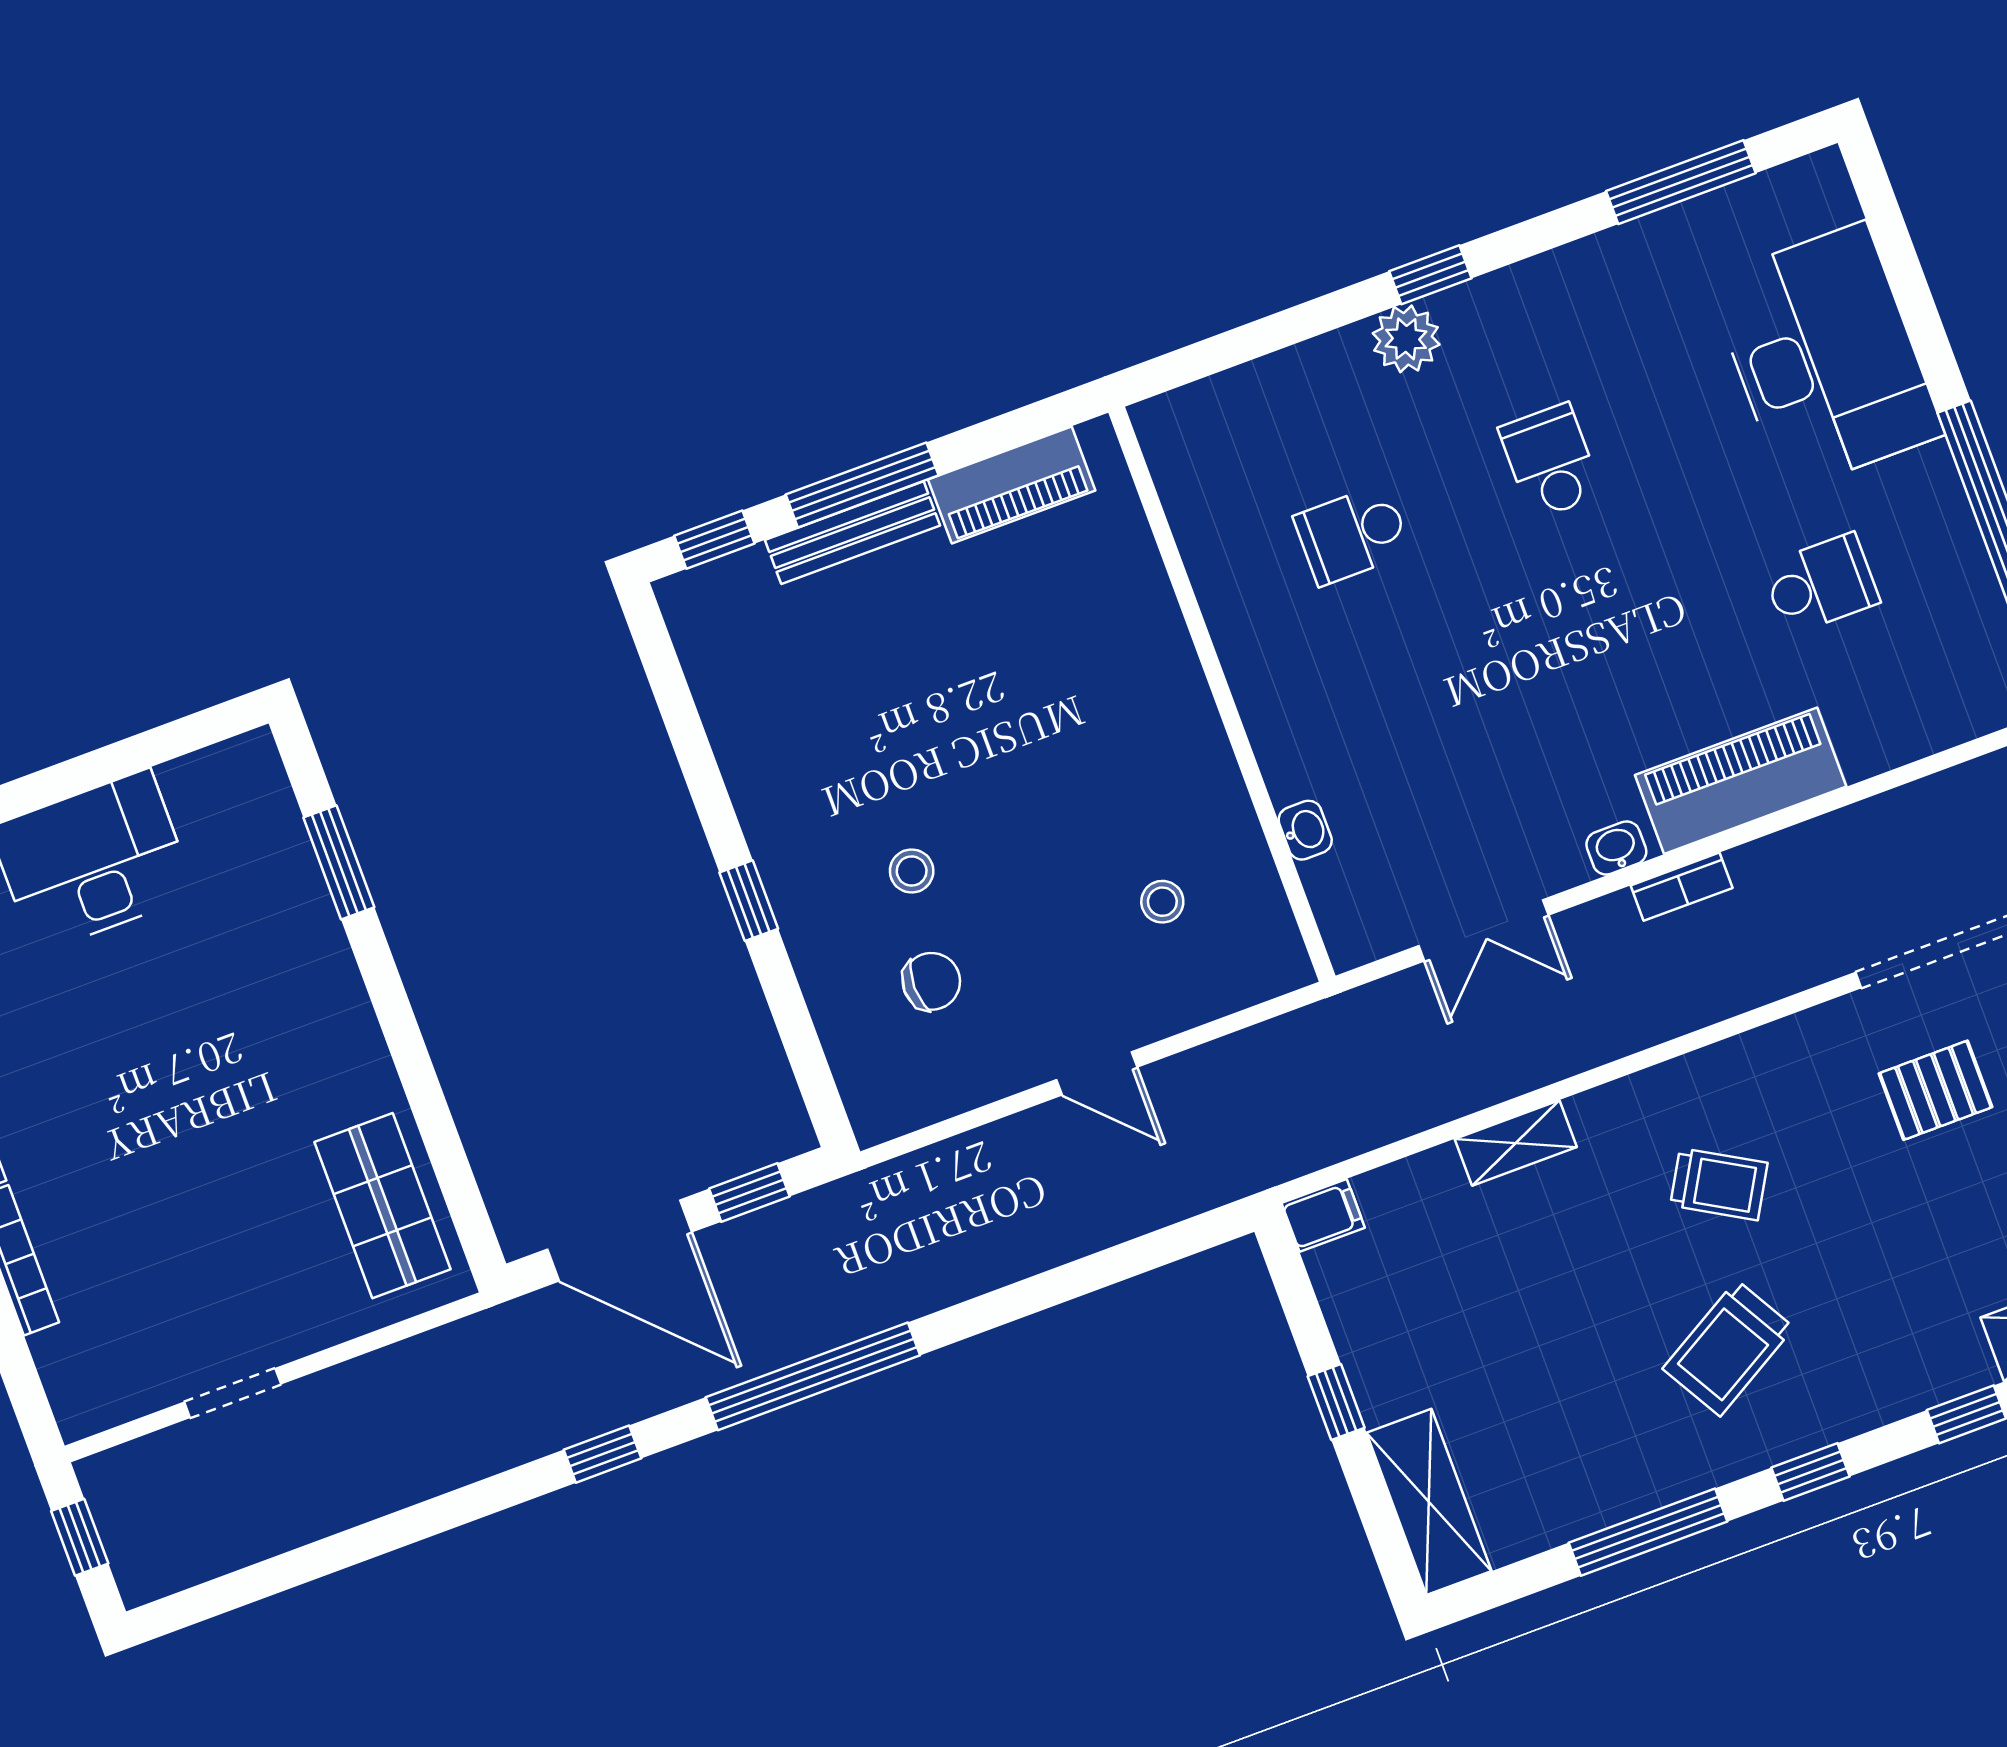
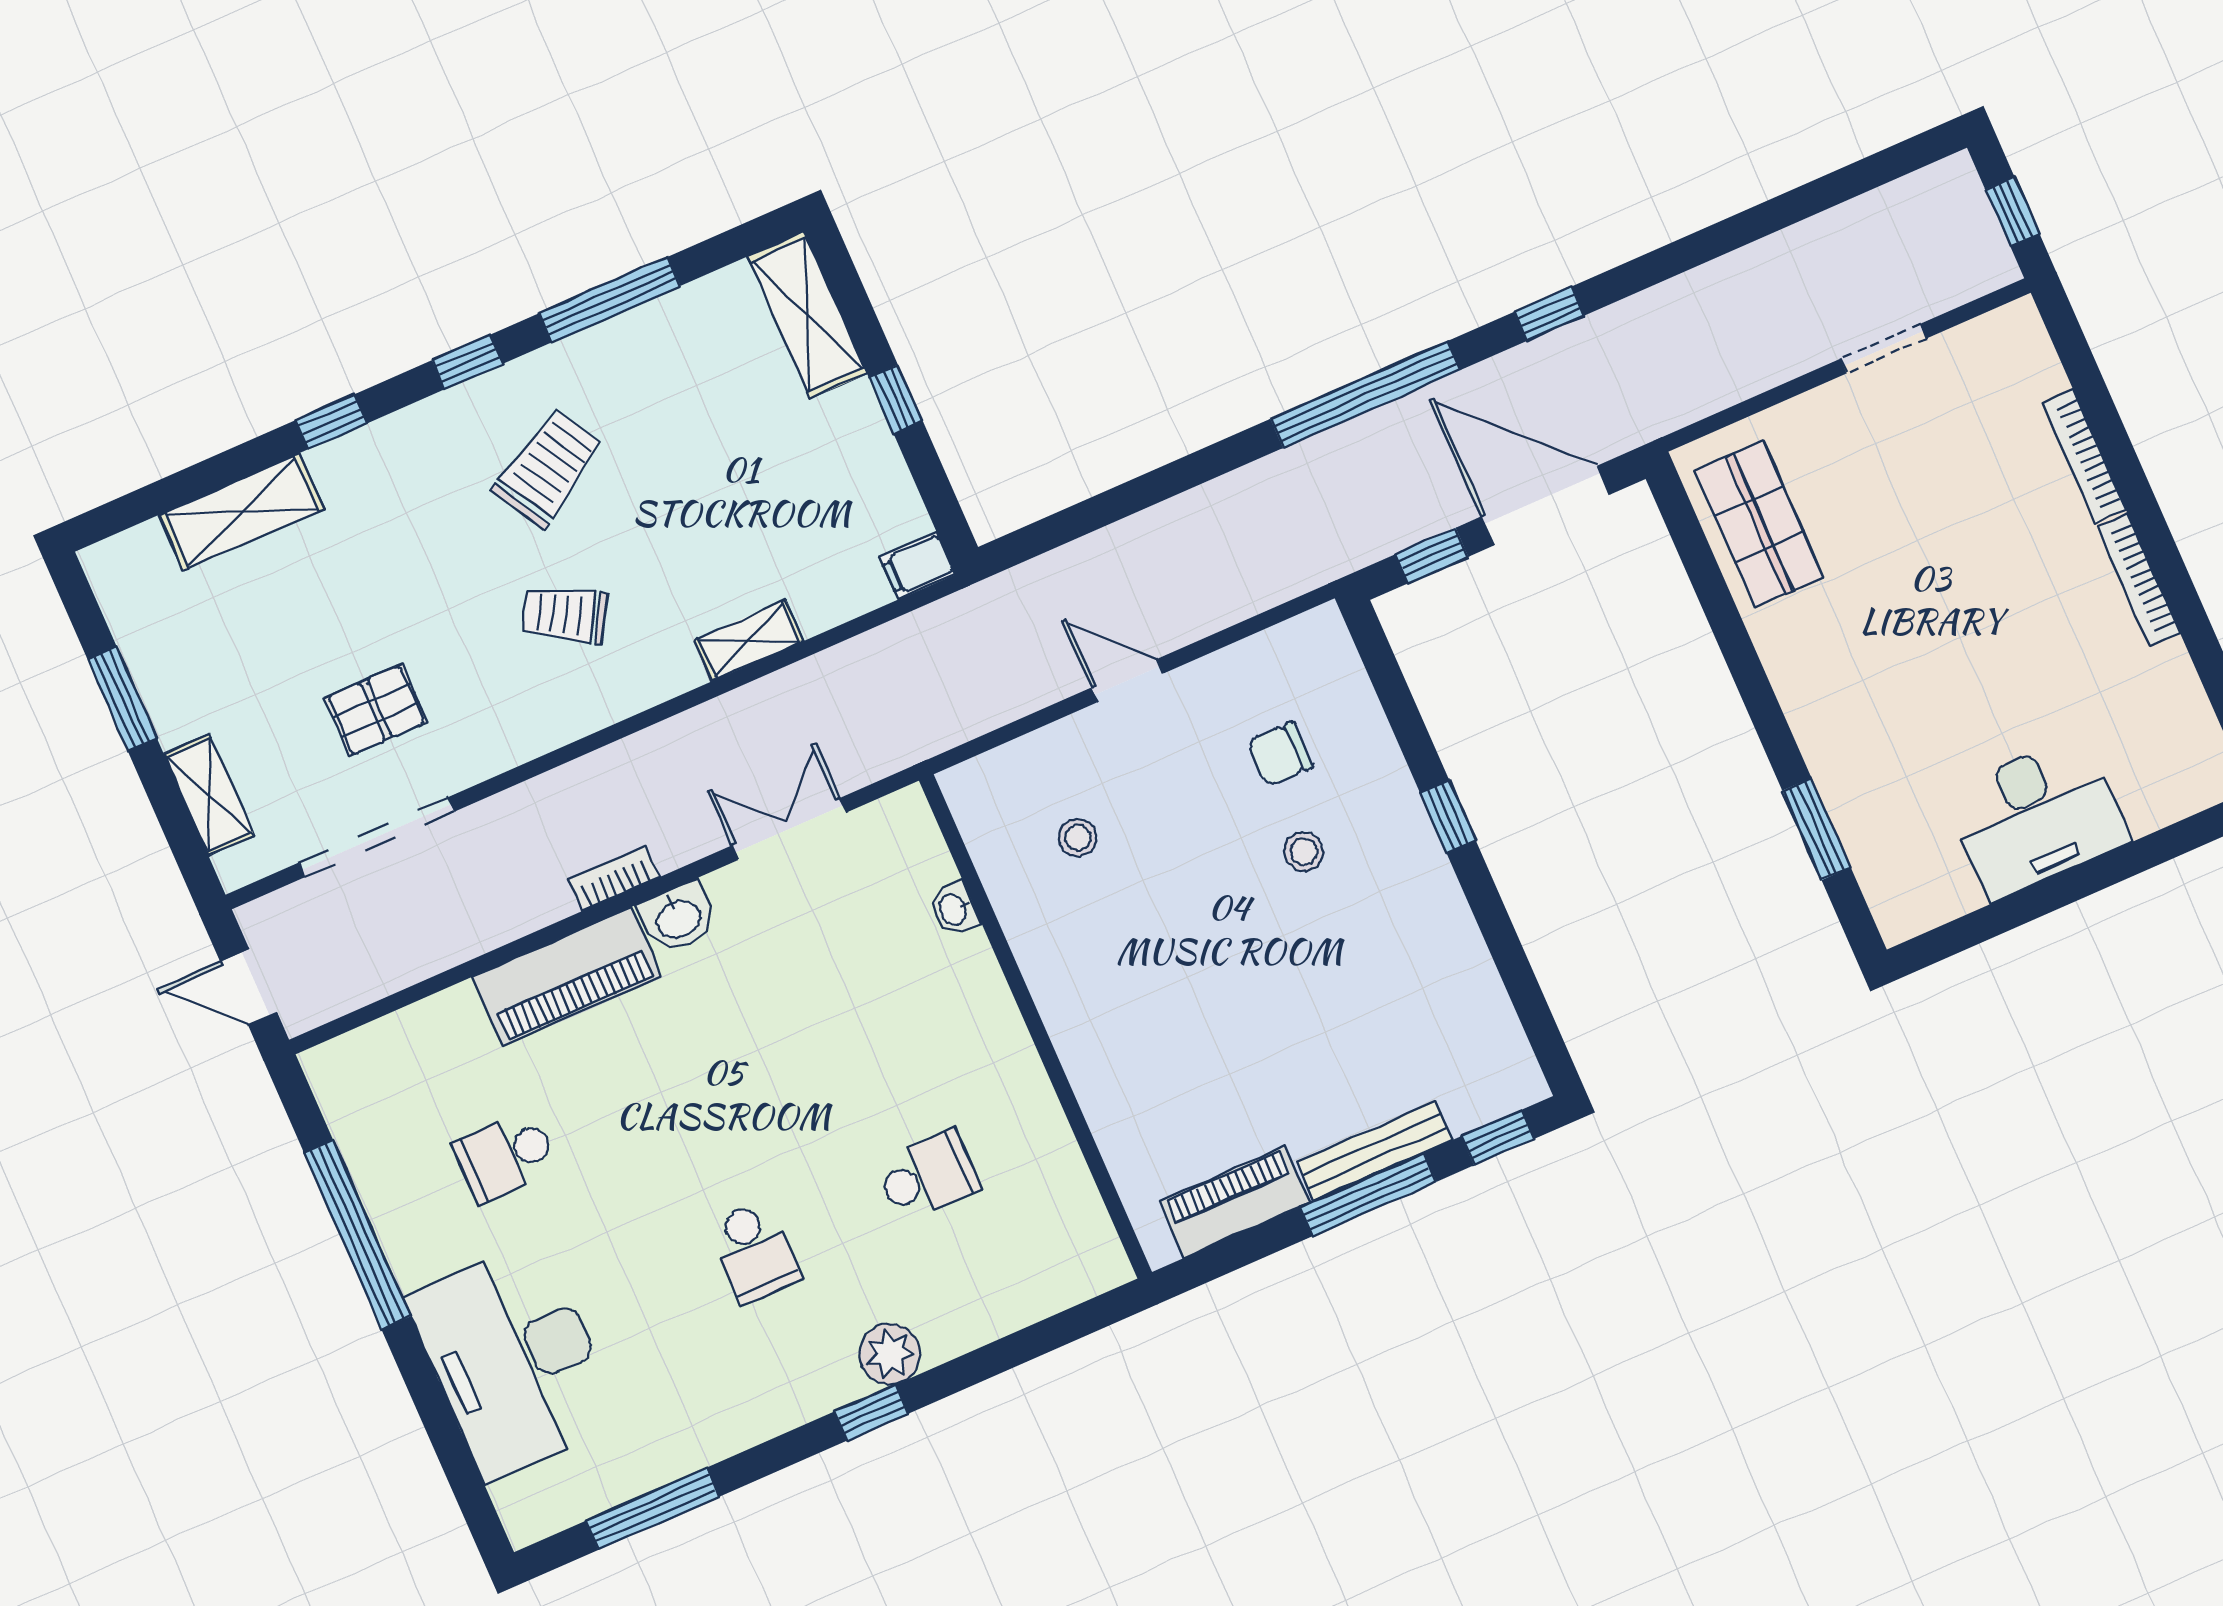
washbasin: (1616, 848) -> (678, 918), width x1.38, depth x1.45

